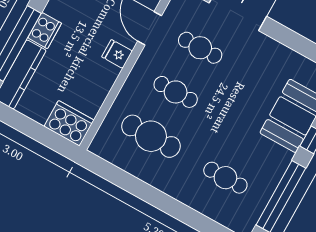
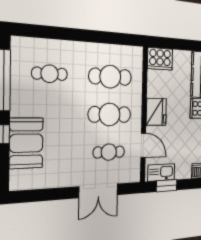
fridge: (117, 54) -> (156, 112), width x1.88, depth x1.34
cafe table: (176, 92) -> (110, 114), width x1.37, depth x1.35

